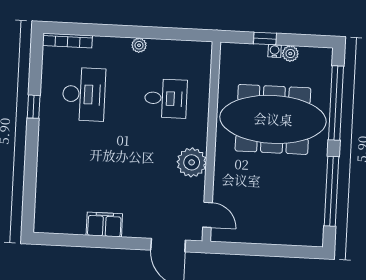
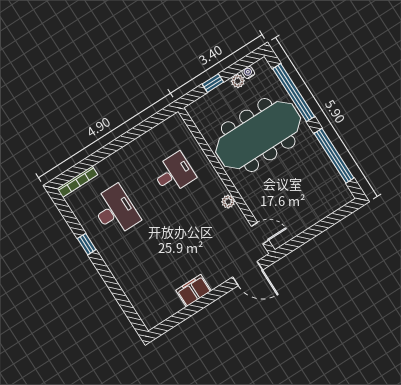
plant: (139, 45) -> (129, 150), removed
water cooler: (275, 51) -> (248, 72), moved
plant: (192, 162) -> (228, 202), width x0.53, depth x0.53

